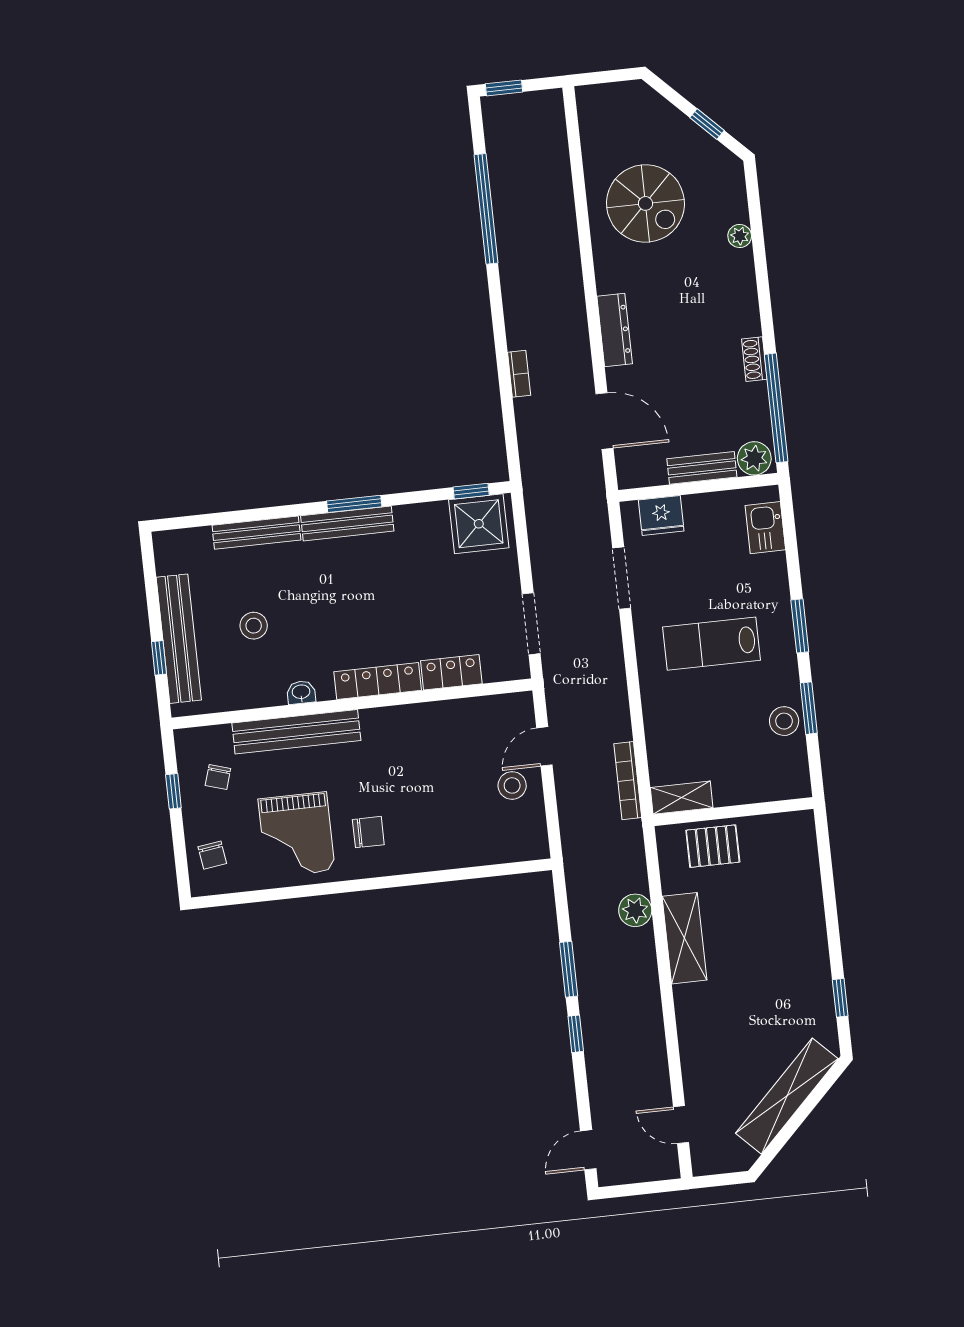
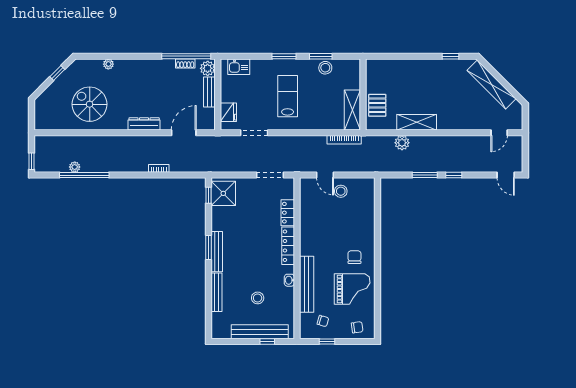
plant: (502, 185) -> (75, 167), added
spiral stairs: (645, 203) -> (90, 104), turned -90
shoe rack: (754, 359) -> (185, 63), moved
lab bench: (712, 644) -> (288, 96), turned 180
shelving: (682, 798) -> (352, 110), width x1.50, depth x1.33

